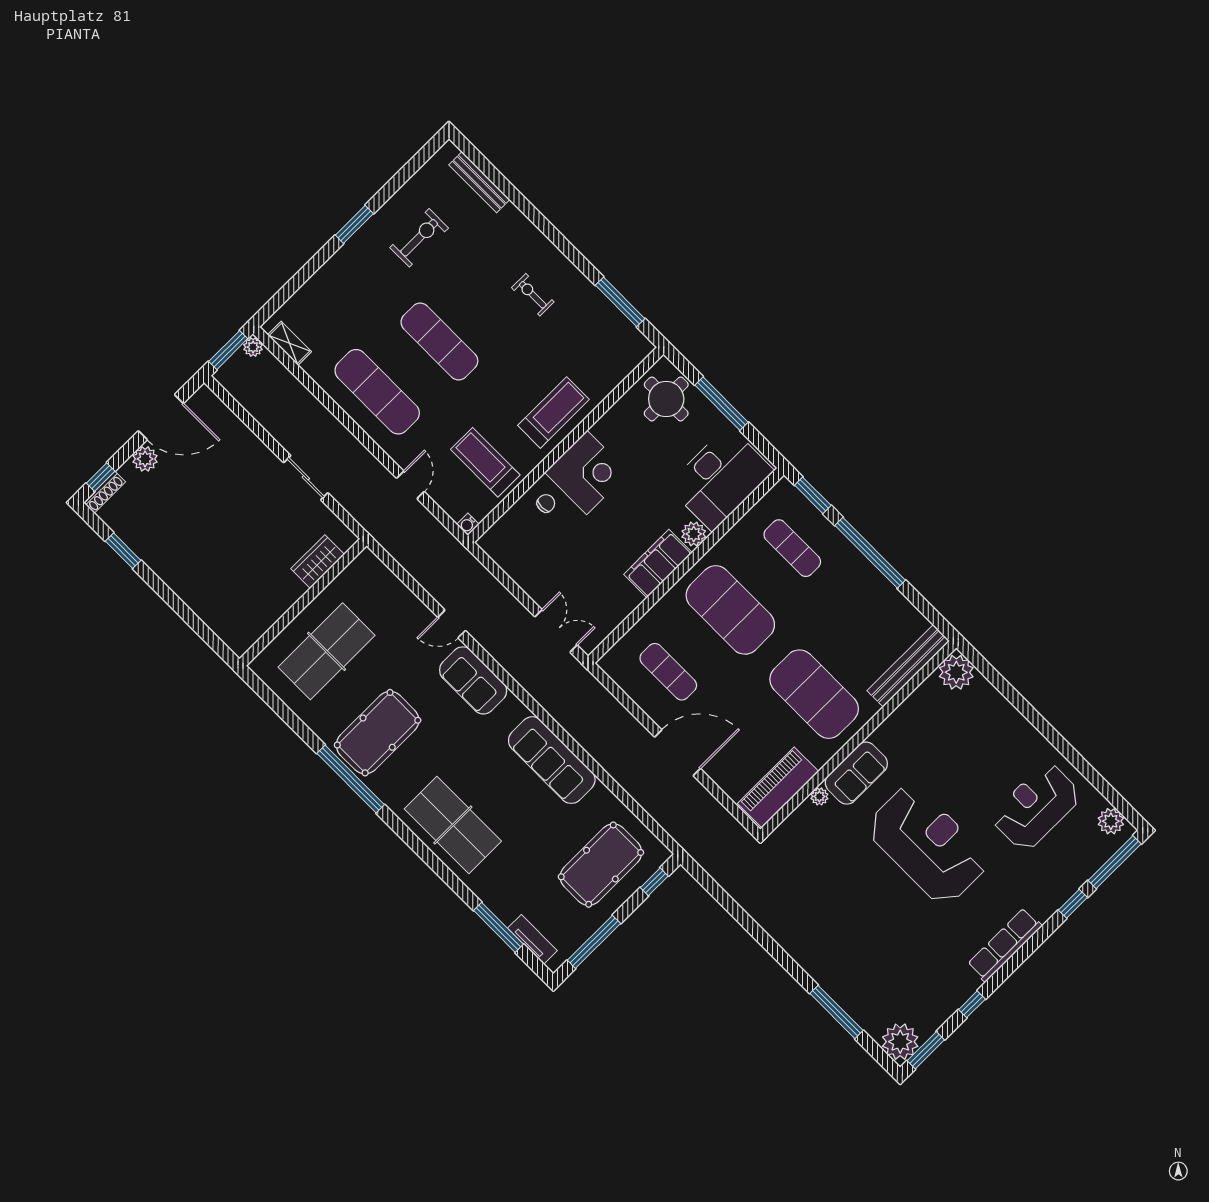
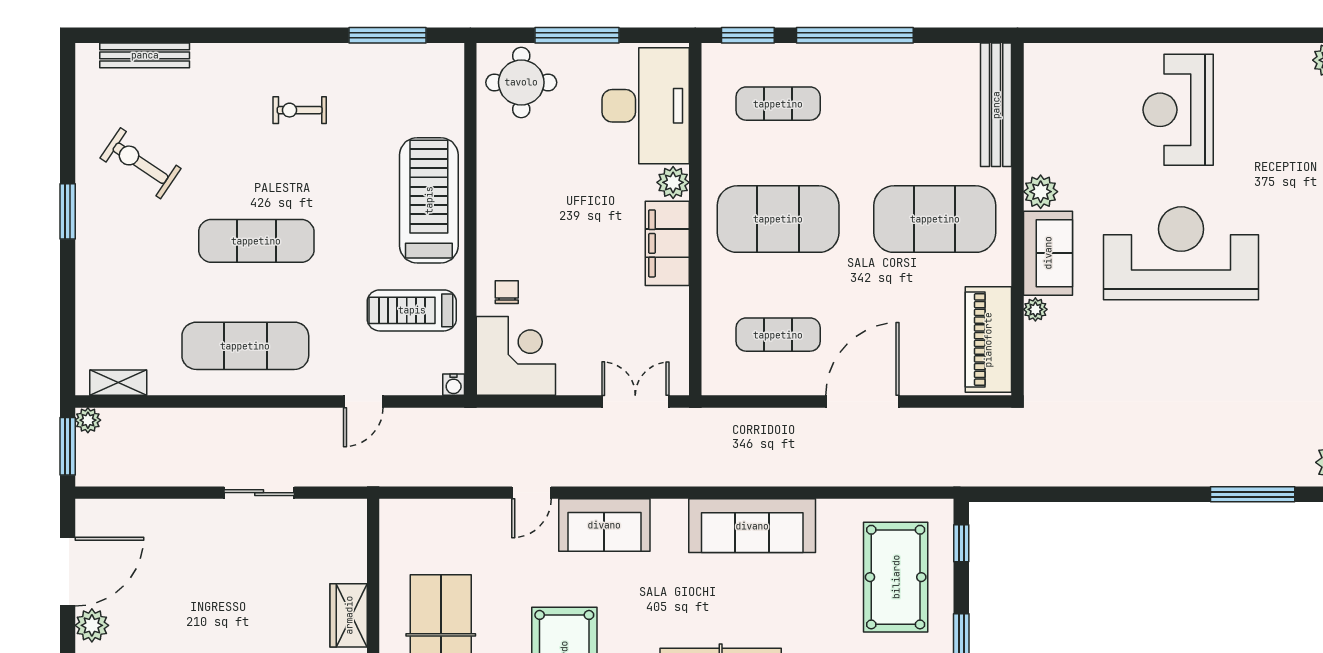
exercise bike: (419, 238) -> (141, 163), turned -56
treadmill: (553, 412) -> (429, 200), width x1.37, depth x1.38
corner desk: (587, 472) -> (516, 356), moved
door: (410, 485) -> (363, 401), swing flipped
wardrobe: (318, 562) -> (349, 615), moved
plant: (956, 672) -> (1041, 192), moved, width x0.73, depth x0.73
reception desk: (1036, 807) -> (1178, 110), moved

